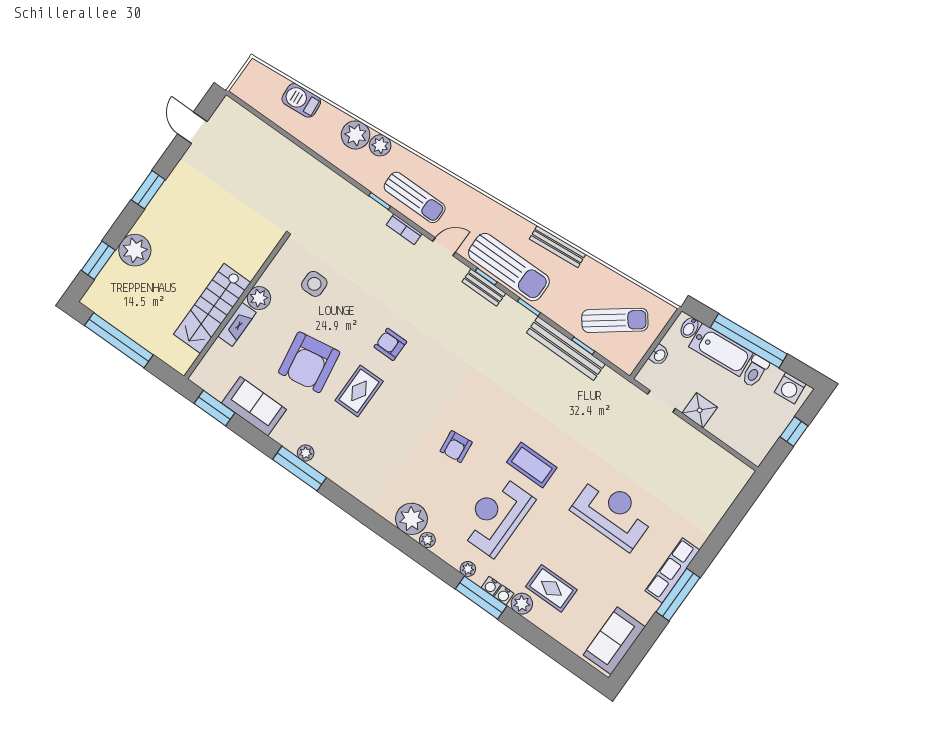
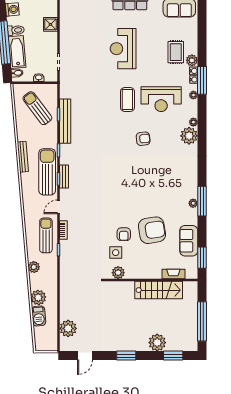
plant: (251, 131) -> (68, 328), added
plant: (356, 135) -> (38, 297), moved
door: (444, 247) -> (59, 207), hinge flipped
plant: (259, 298) -> (118, 273), moved
fireplace: (237, 324) -> (173, 274), moved
armchair: (390, 344) -> (124, 234), moved
rug: (359, 391) -> (149, 199), removed
shower: (700, 410) -> (50, 24), moved

